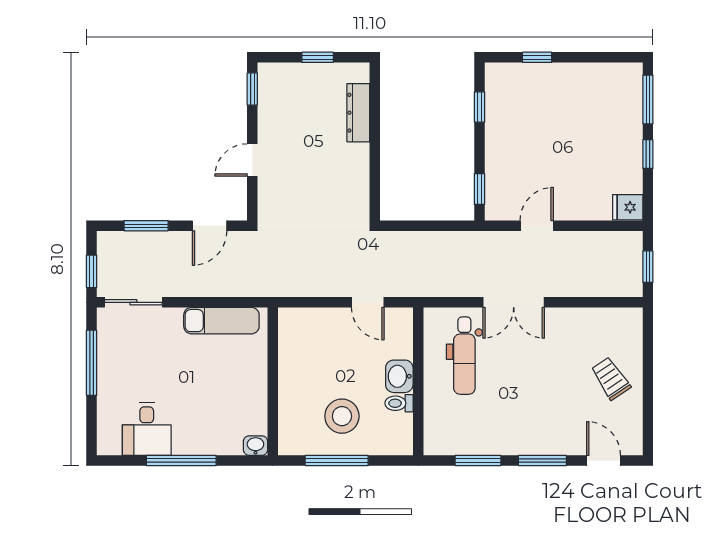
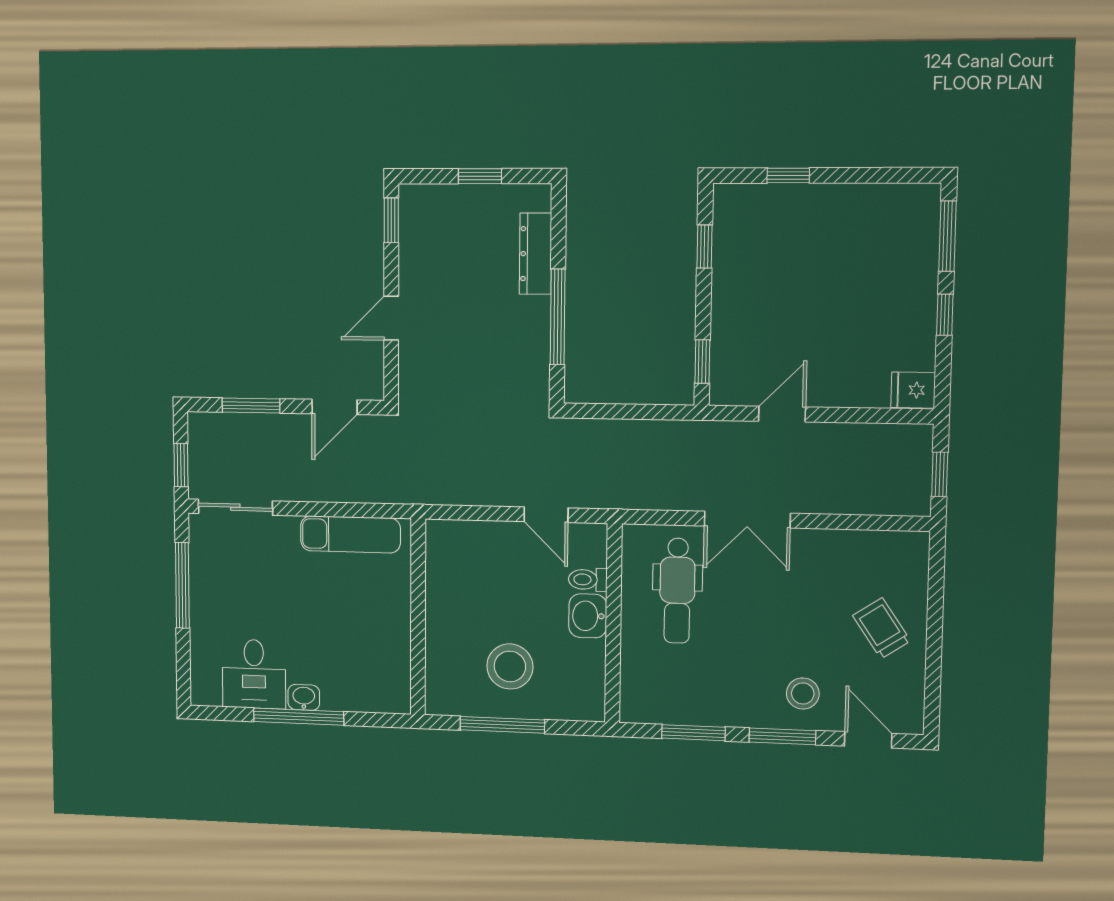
window: (375, 158) -> (558, 317), added
toilet: (399, 403) -> (588, 580), moved
stool: (556, 428) -> (803, 693), added
washbasin: (255, 446) -> (304, 697), moved

